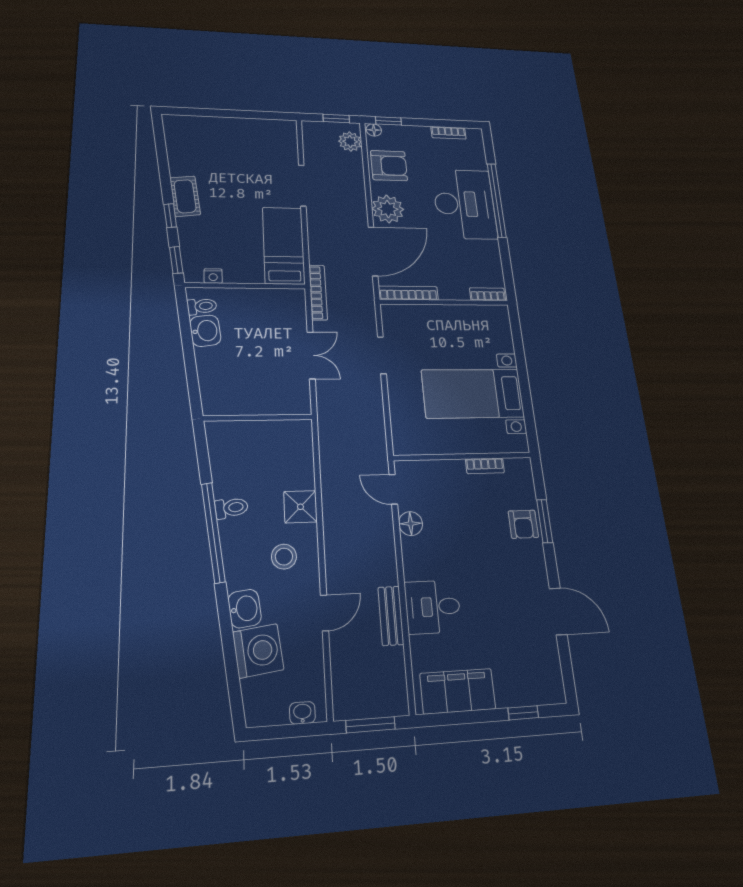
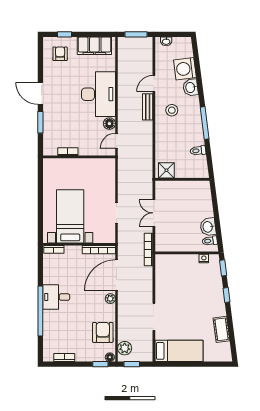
armchair: (389, 166) -> (103, 332), turned 90
cot: (185, 196) -> (221, 329), moved
desk: (464, 204) -> (56, 297), width x0.53, depth x0.77
plant: (388, 209) -> (110, 299), width x0.53, depth x0.53
bed: (284, 245) -> (179, 351), moved, turned -90
bed with nightstands: (473, 393) -> (70, 216), moved, turned -90
door: (393, 489) -> (116, 141), swing flipped
shower: (300, 507) -> (166, 170), moved
toilet: (232, 508) -> (198, 151), moved
armchair: (523, 524) -> (60, 54), moved
window: (213, 532) -> (205, 123), width x0.68
desk: (433, 607) -> (98, 94), width x1.87, depth x1.30
door: (558, 611) -> (40, 93), moved
bench: (391, 616) -> (148, 107), moved

